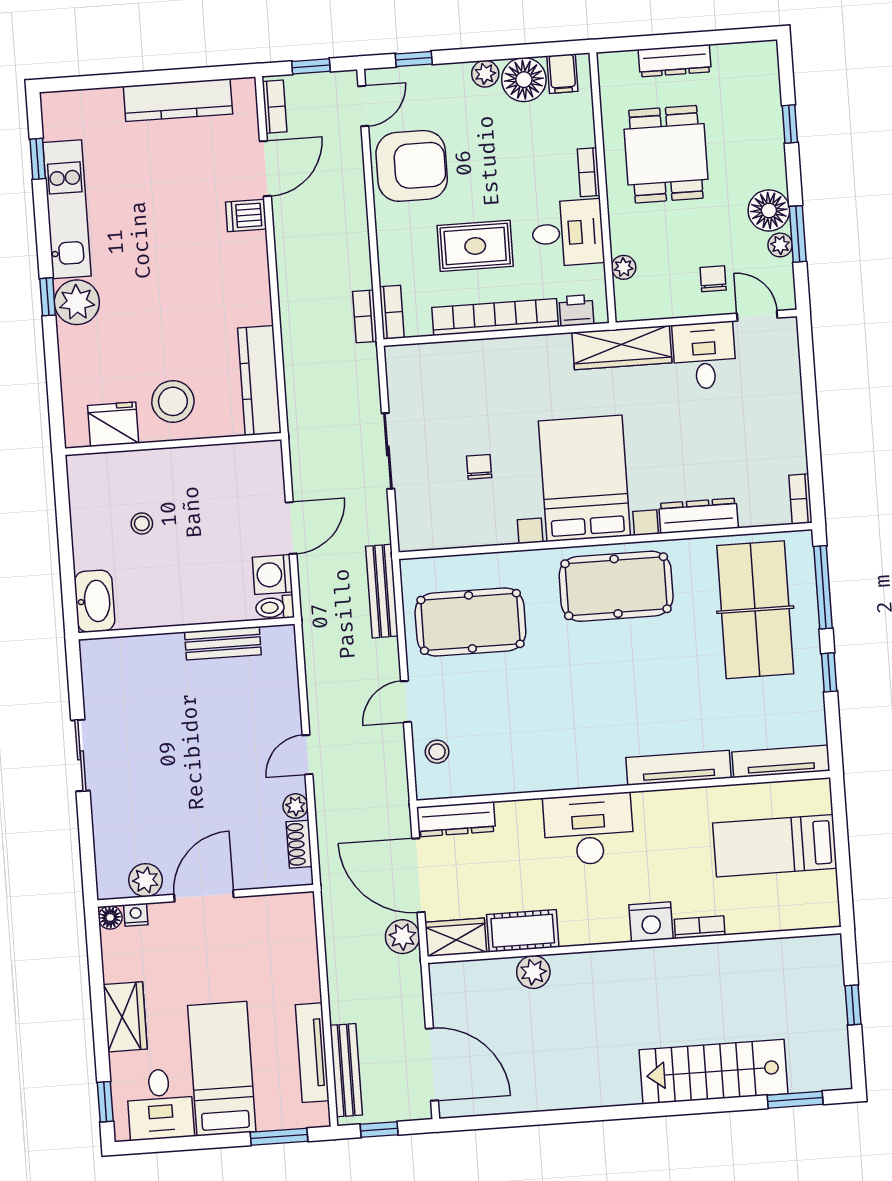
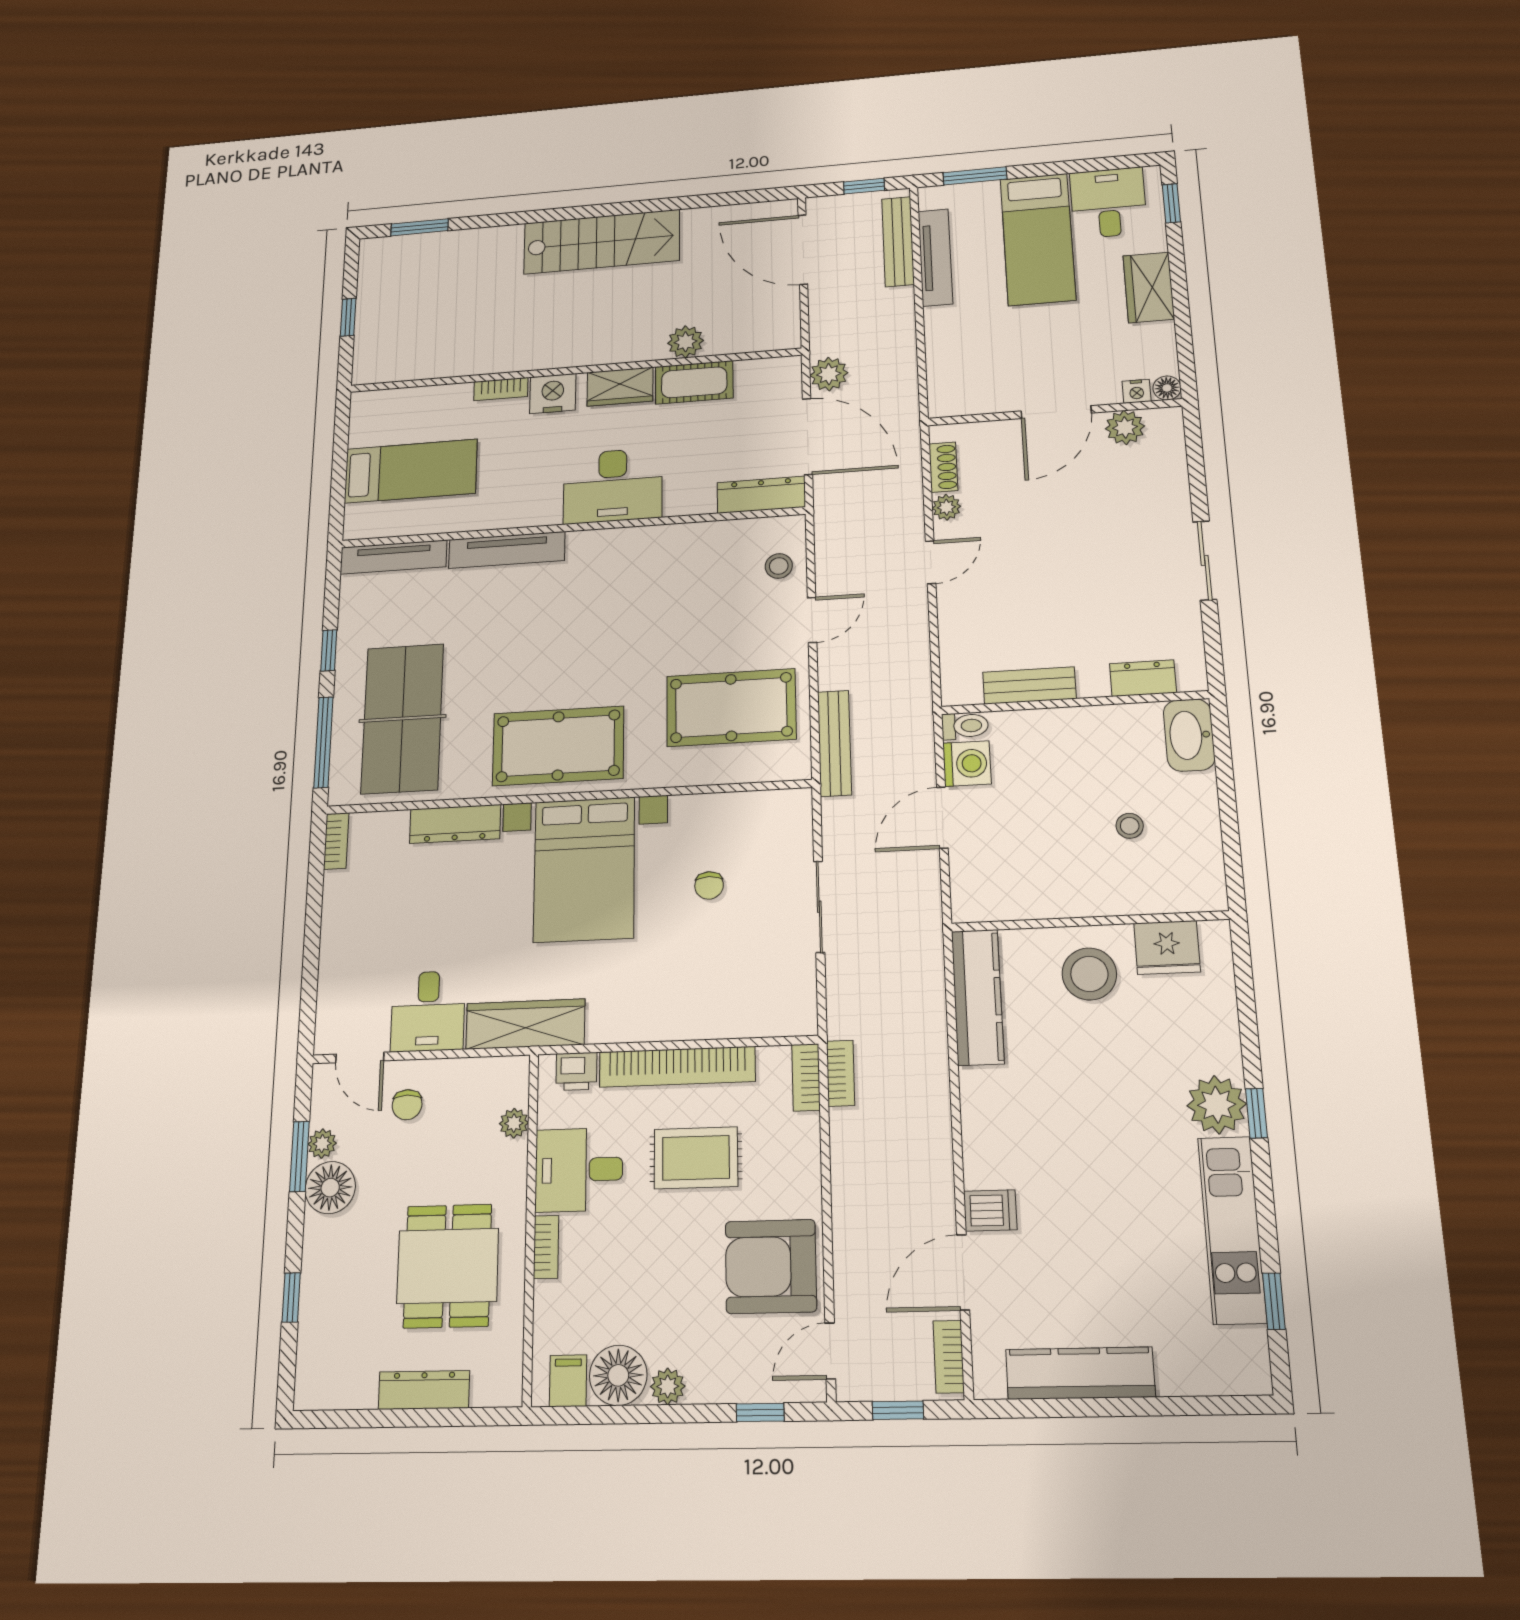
dresser: (131, 650) -> (1143, 678), added
wardrobe: (456, 937) -> (620, 387), moved
stairs: (714, 1072) -> (602, 242), moved

